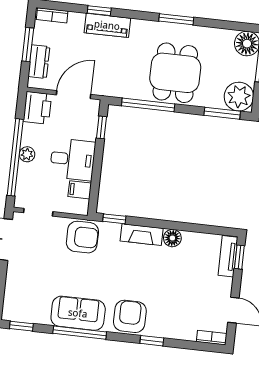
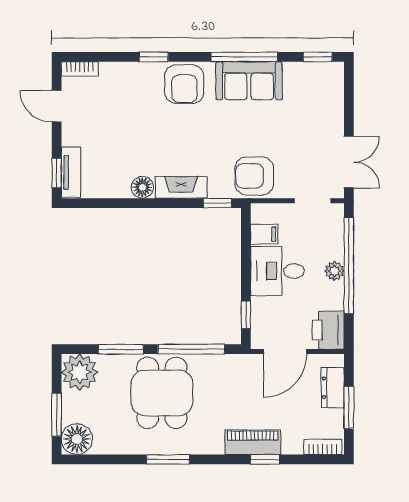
window: (222, 113) -> (121, 349), moved

